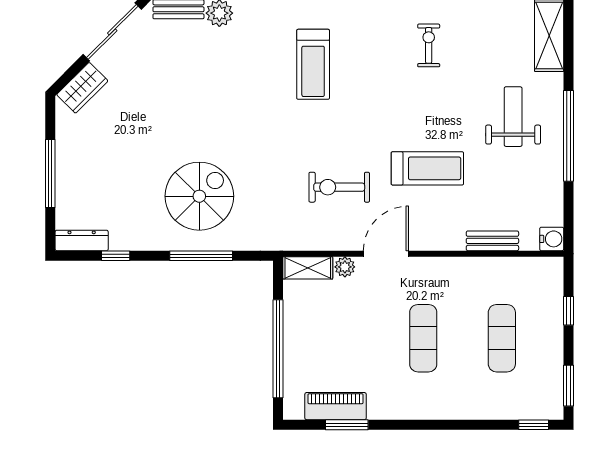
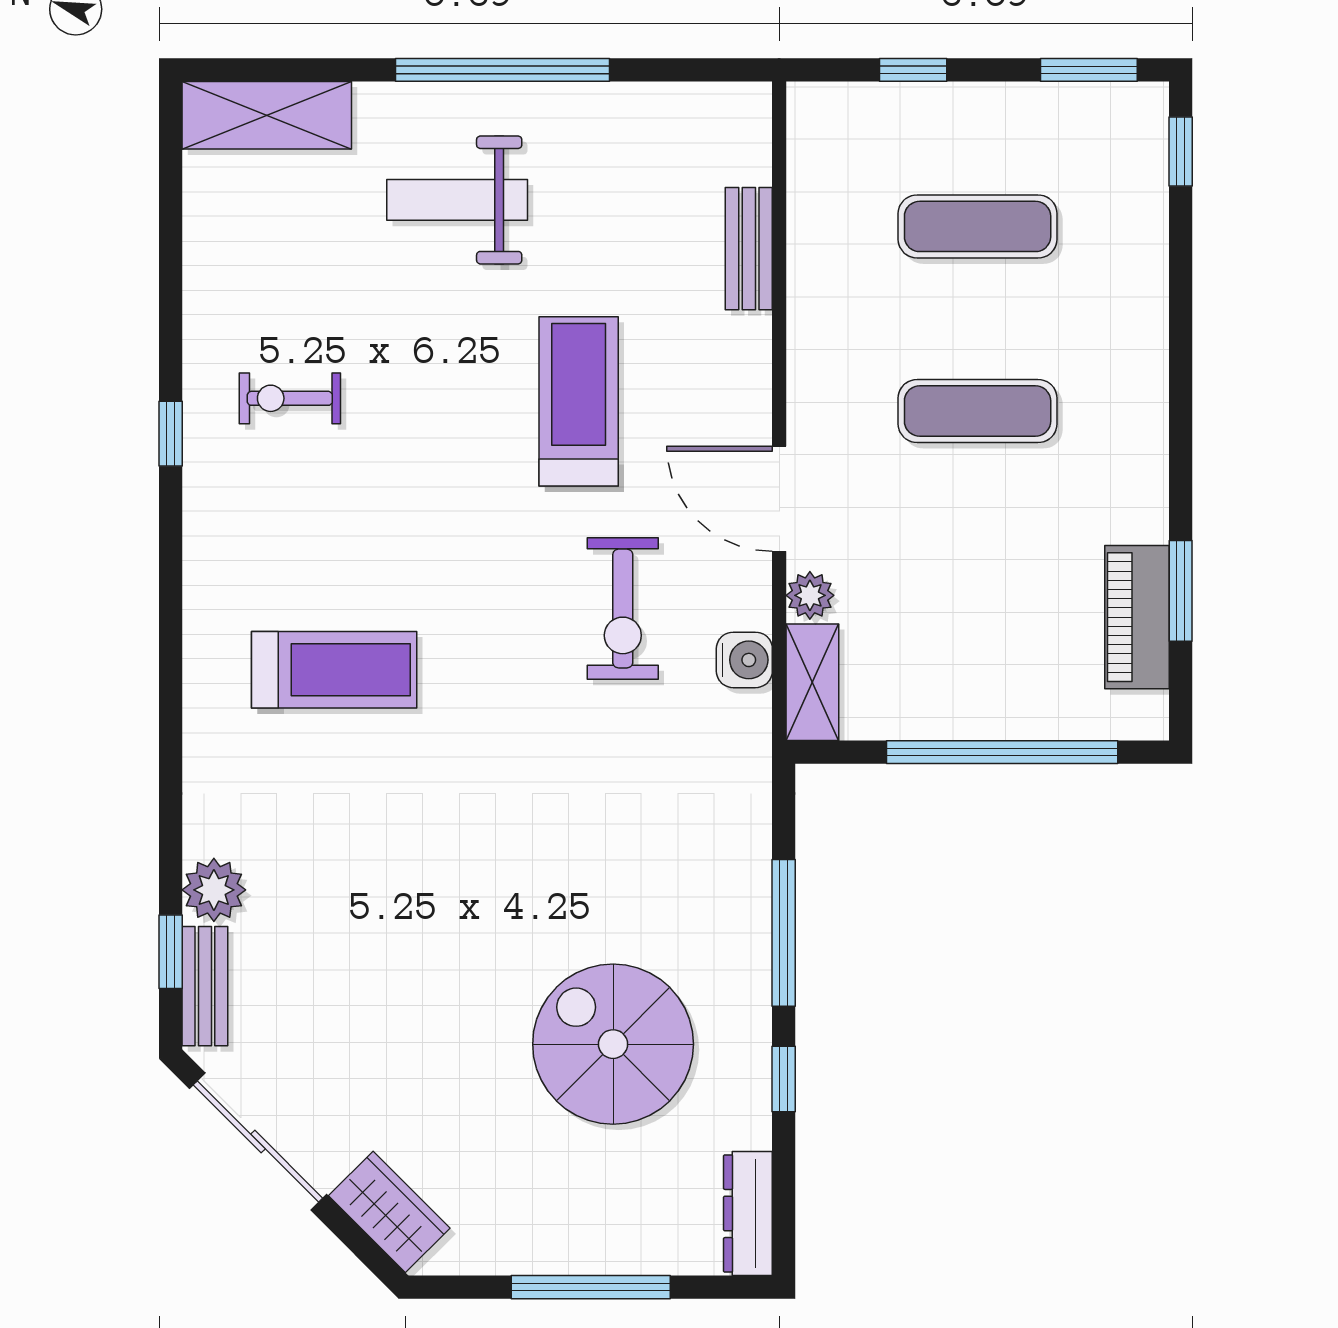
spiral stairs: (199, 196) -> (613, 1044), moved
water cooler: (552, 239) -> (744, 660), moved, turned 90
window: (116, 256) -> (784, 1079), moved

